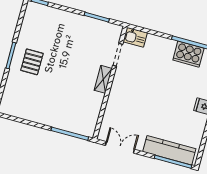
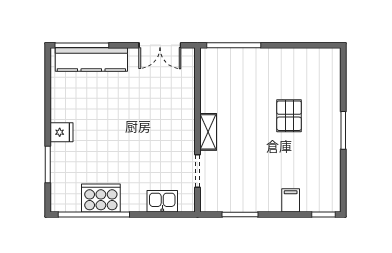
filing cabinet: (60, 17) -> (291, 200), added
kitchen sink: (135, 37) -> (162, 201), moved
pallet: (32, 62) -> (289, 116), moved

